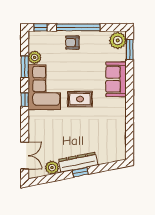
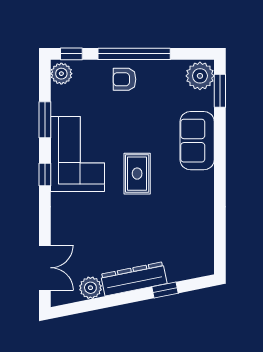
plant: (35, 57) -> (61, 74), moved
rug: (80, 99) -> (137, 174), turned 90
window: (80, 172) -> (165, 290), moved

